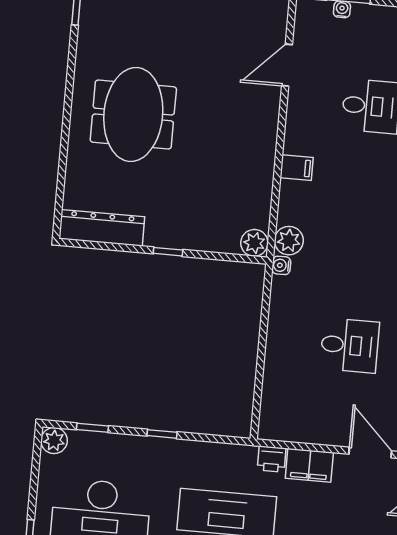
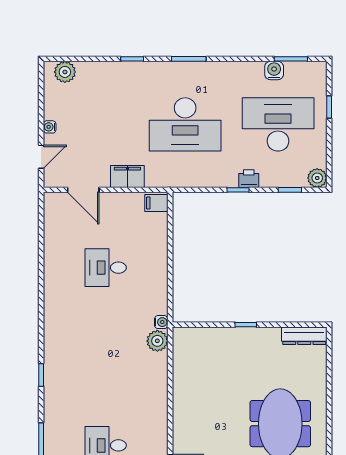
filing cabinet: (297, 168) -> (156, 203), moved
dresser: (102, 228) -> (304, 336), width x0.73, depth x0.80
plant: (254, 243) -> (183, 337), removed
printer: (272, 459) -> (249, 179), moved

